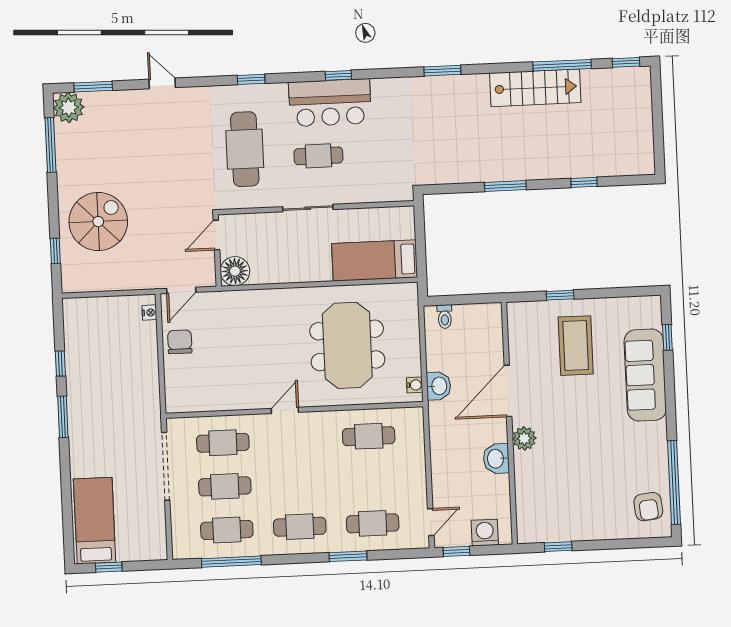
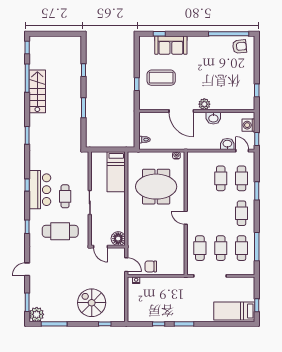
sofa: (645, 375) -> (171, 45), width x0.73
washbasin: (439, 386) -> (227, 144), moved
cafe table: (369, 436) -> (221, 178), moved

